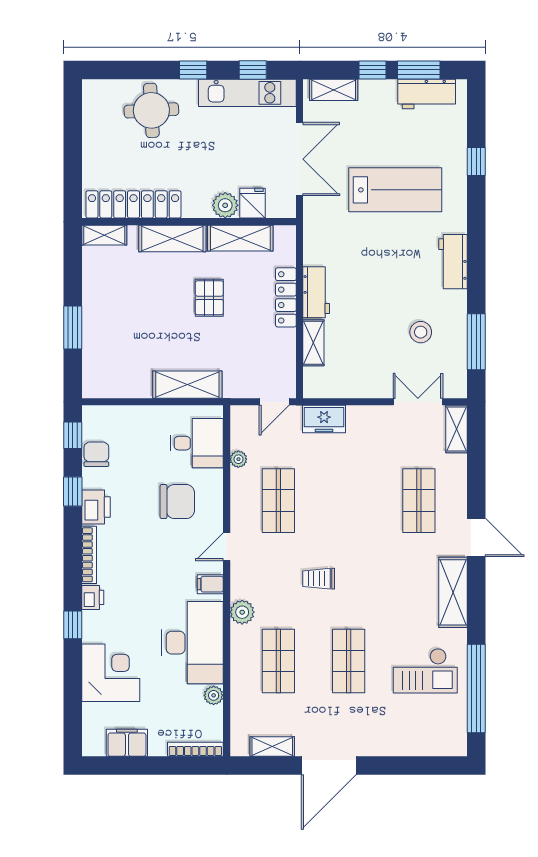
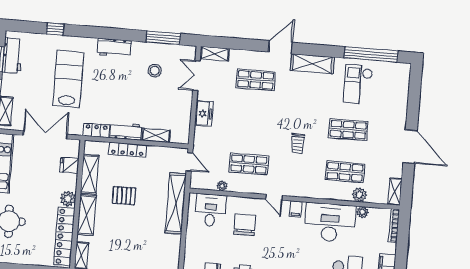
plant: (225, 205) -> (68, 199), moved
locker: (314, 243) -> (96, 130), added
shelving: (187, 385) -> (176, 203), width x1.47
freezer: (324, 419) -> (204, 114), moved
plant: (242, 612) -> (359, 195), moved
checkout: (425, 671) -> (358, 84), turned 180
shelving: (272, 746) -> (395, 192), moved

